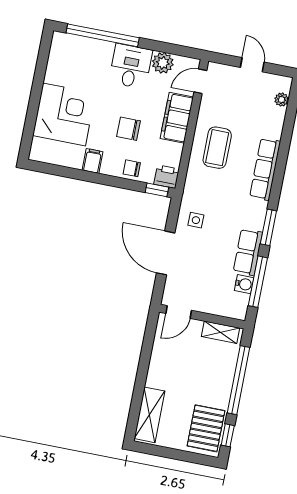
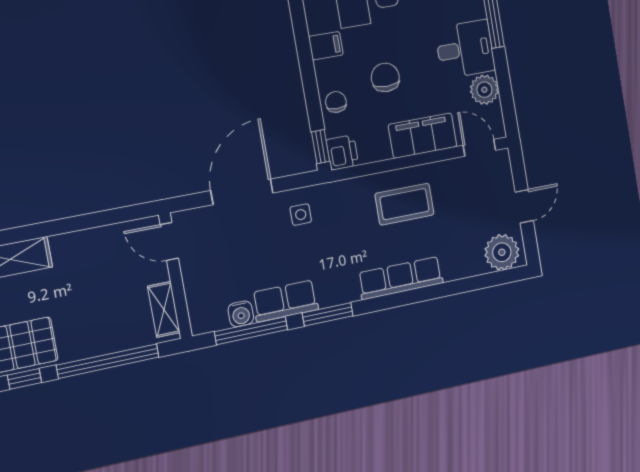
plant: (282, 100) -> (502, 252), width x1.88, depth x1.88

